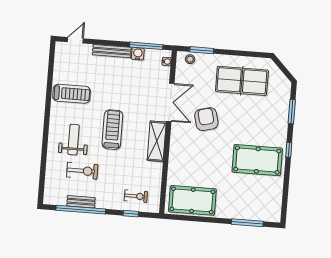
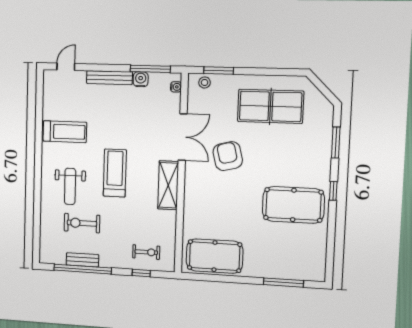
weight bench: (74, 140) -> (70, 186), turned 180
exercise bike: (82, 171) -> (82, 223), turned 180

